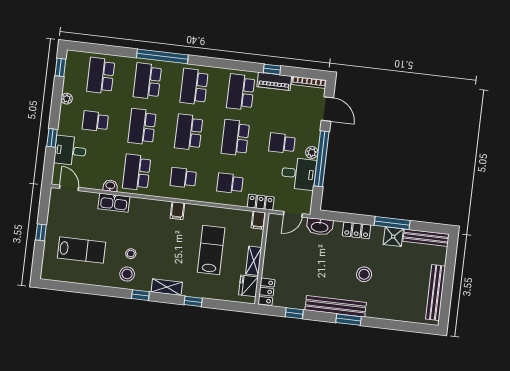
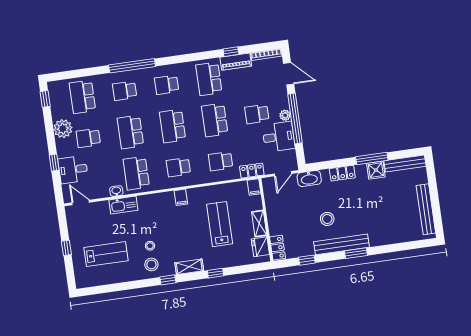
school desk: (147, 81) -> (125, 91), width x0.54
school desk: (194, 87) -> (167, 85), width x0.54
plant: (67, 99) -> (63, 129), width x1.88, depth x1.88
stool: (364, 274) -> (327, 219), moved

